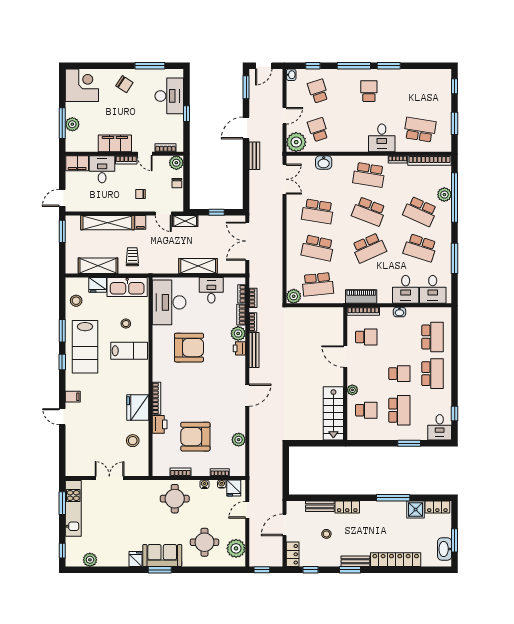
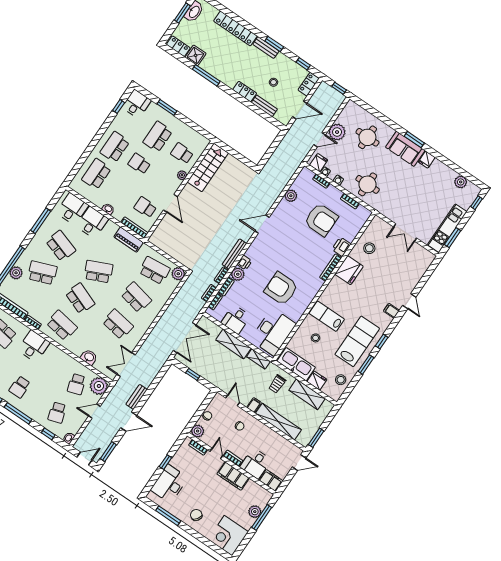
school desk: (420, 211) -> (42, 273), turned -45
shelving: (185, 221) -> (258, 359), moved
plant: (236, 548) -> (337, 132), moved

